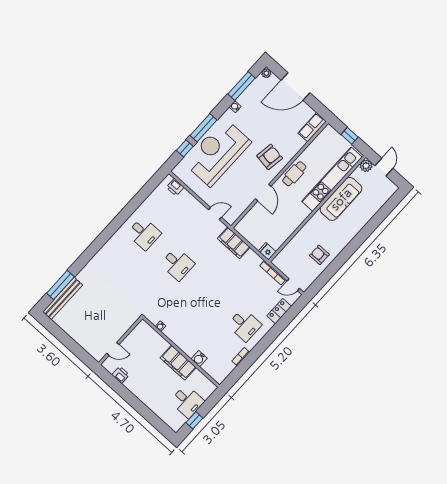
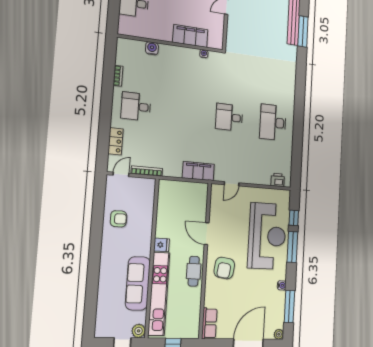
desk: (144, 233) -> (273, 122), width x1.37
fridge: (267, 251) -> (162, 245), moved
filing cabinet: (178, 363) -> (190, 36), moved

